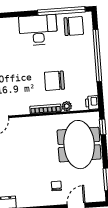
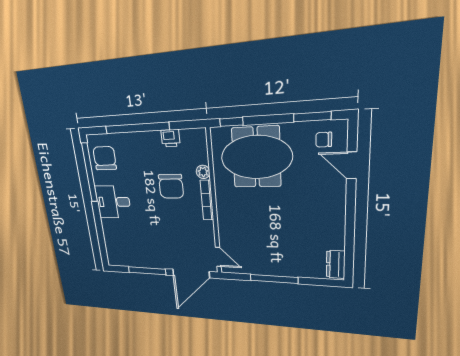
desk: (38, 30) -> (113, 202), width x0.73
printer: (92, 103) -> (170, 138), moved
chair: (56, 186) -> (324, 140), moved

